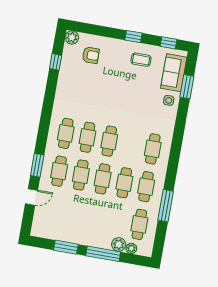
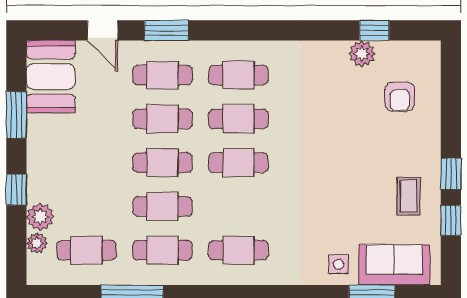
plant: (72, 38) -> (362, 54), moved
window: (168, 43) -> (451, 220), moved
booth: (50, 227) -> (51, 77), added
window: (103, 254) -> (16, 190), width x0.46

